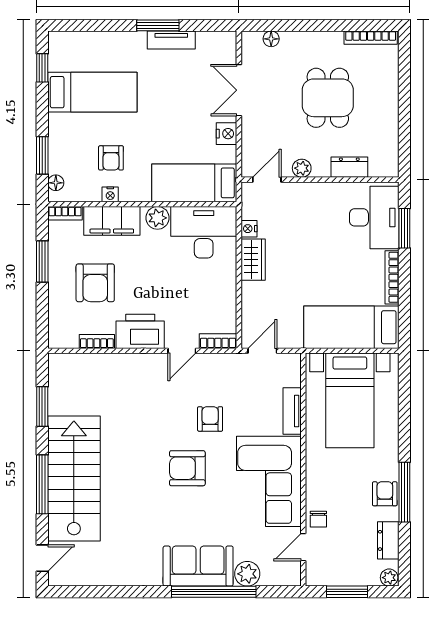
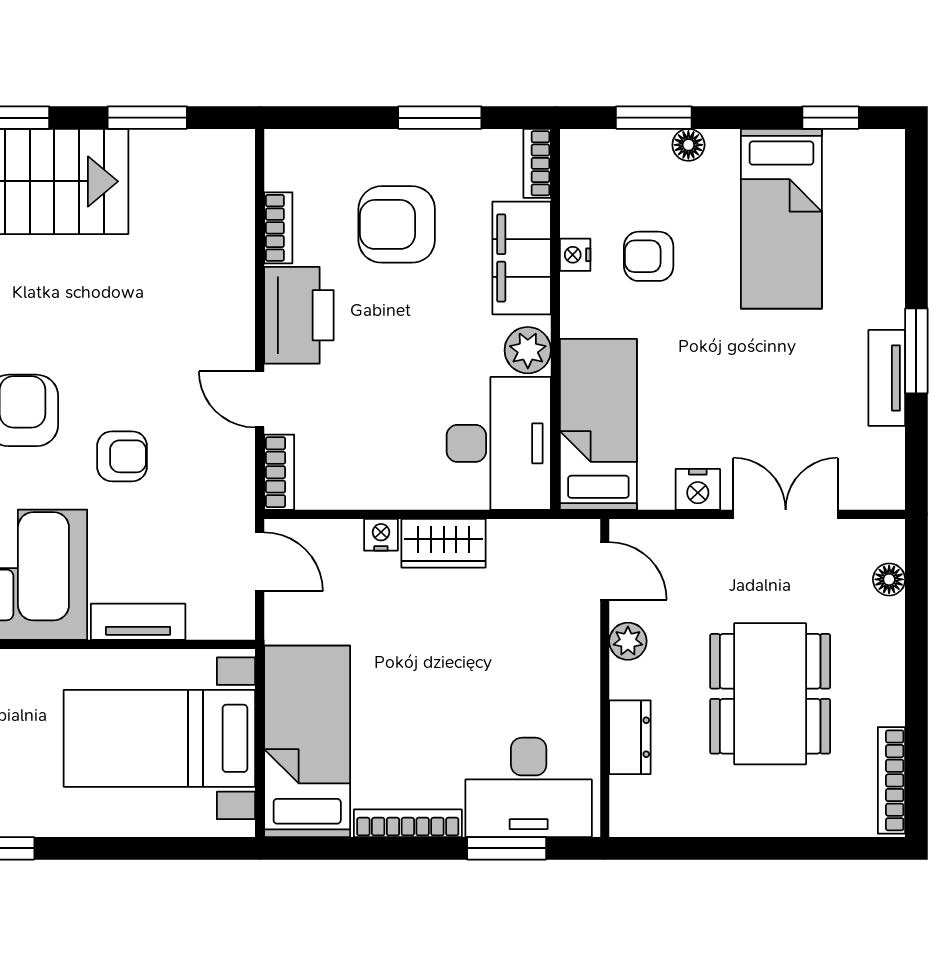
dining table: (328, 98) -> (770, 694), width x1.37
floor lamp: (56, 183) -> (688, 145), moved
nightstand: (249, 229) -> (381, 535), moved

